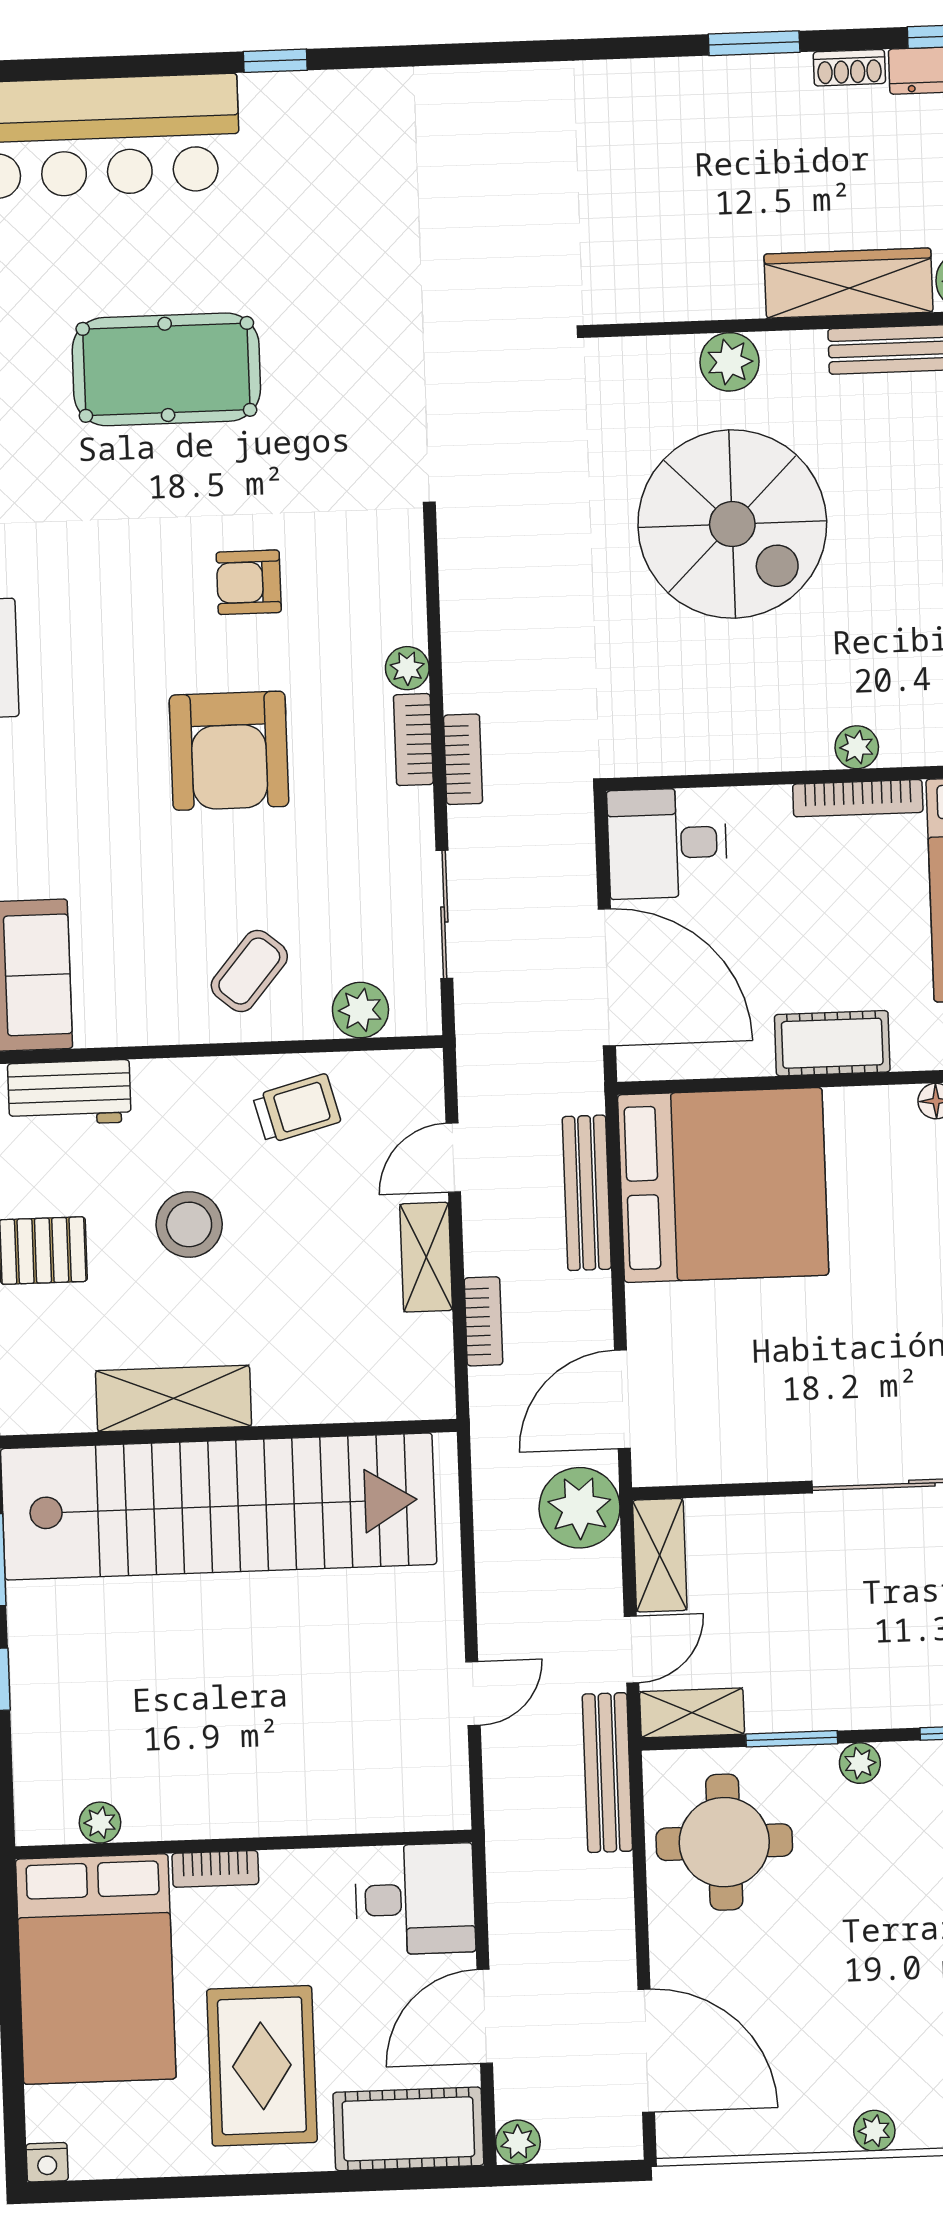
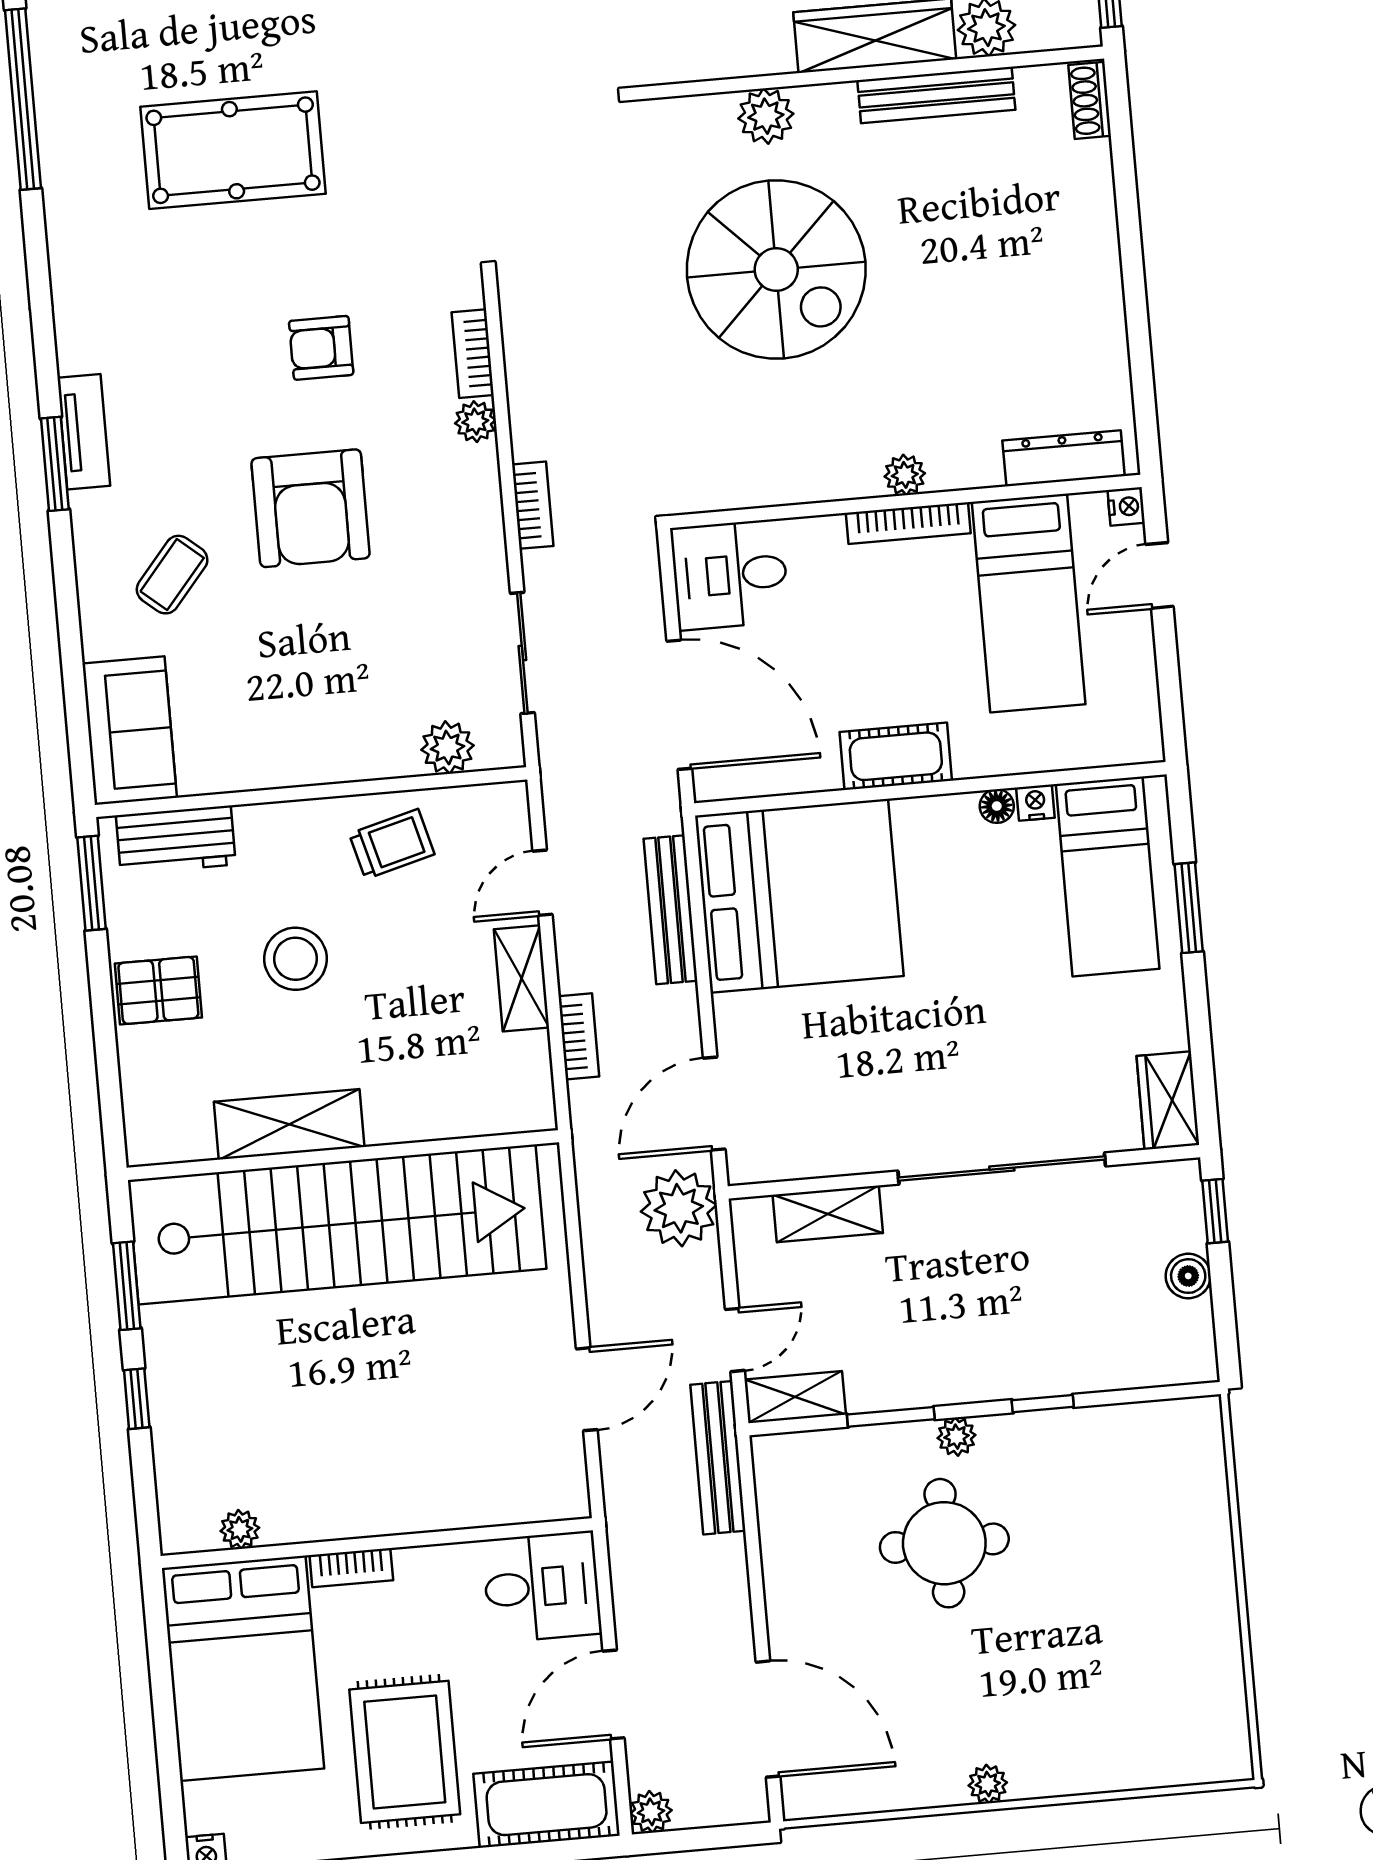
bookcase: (413, 740) -> (473, 354), moved
coffee table: (249, 971) -> (172, 575), moved
shelving: (660, 1555) -> (828, 1214), moved, turned 90
door: (473, 1693) -> (587, 1389), width x1.38
round table: (724, 1842) -> (944, 1543), moved

